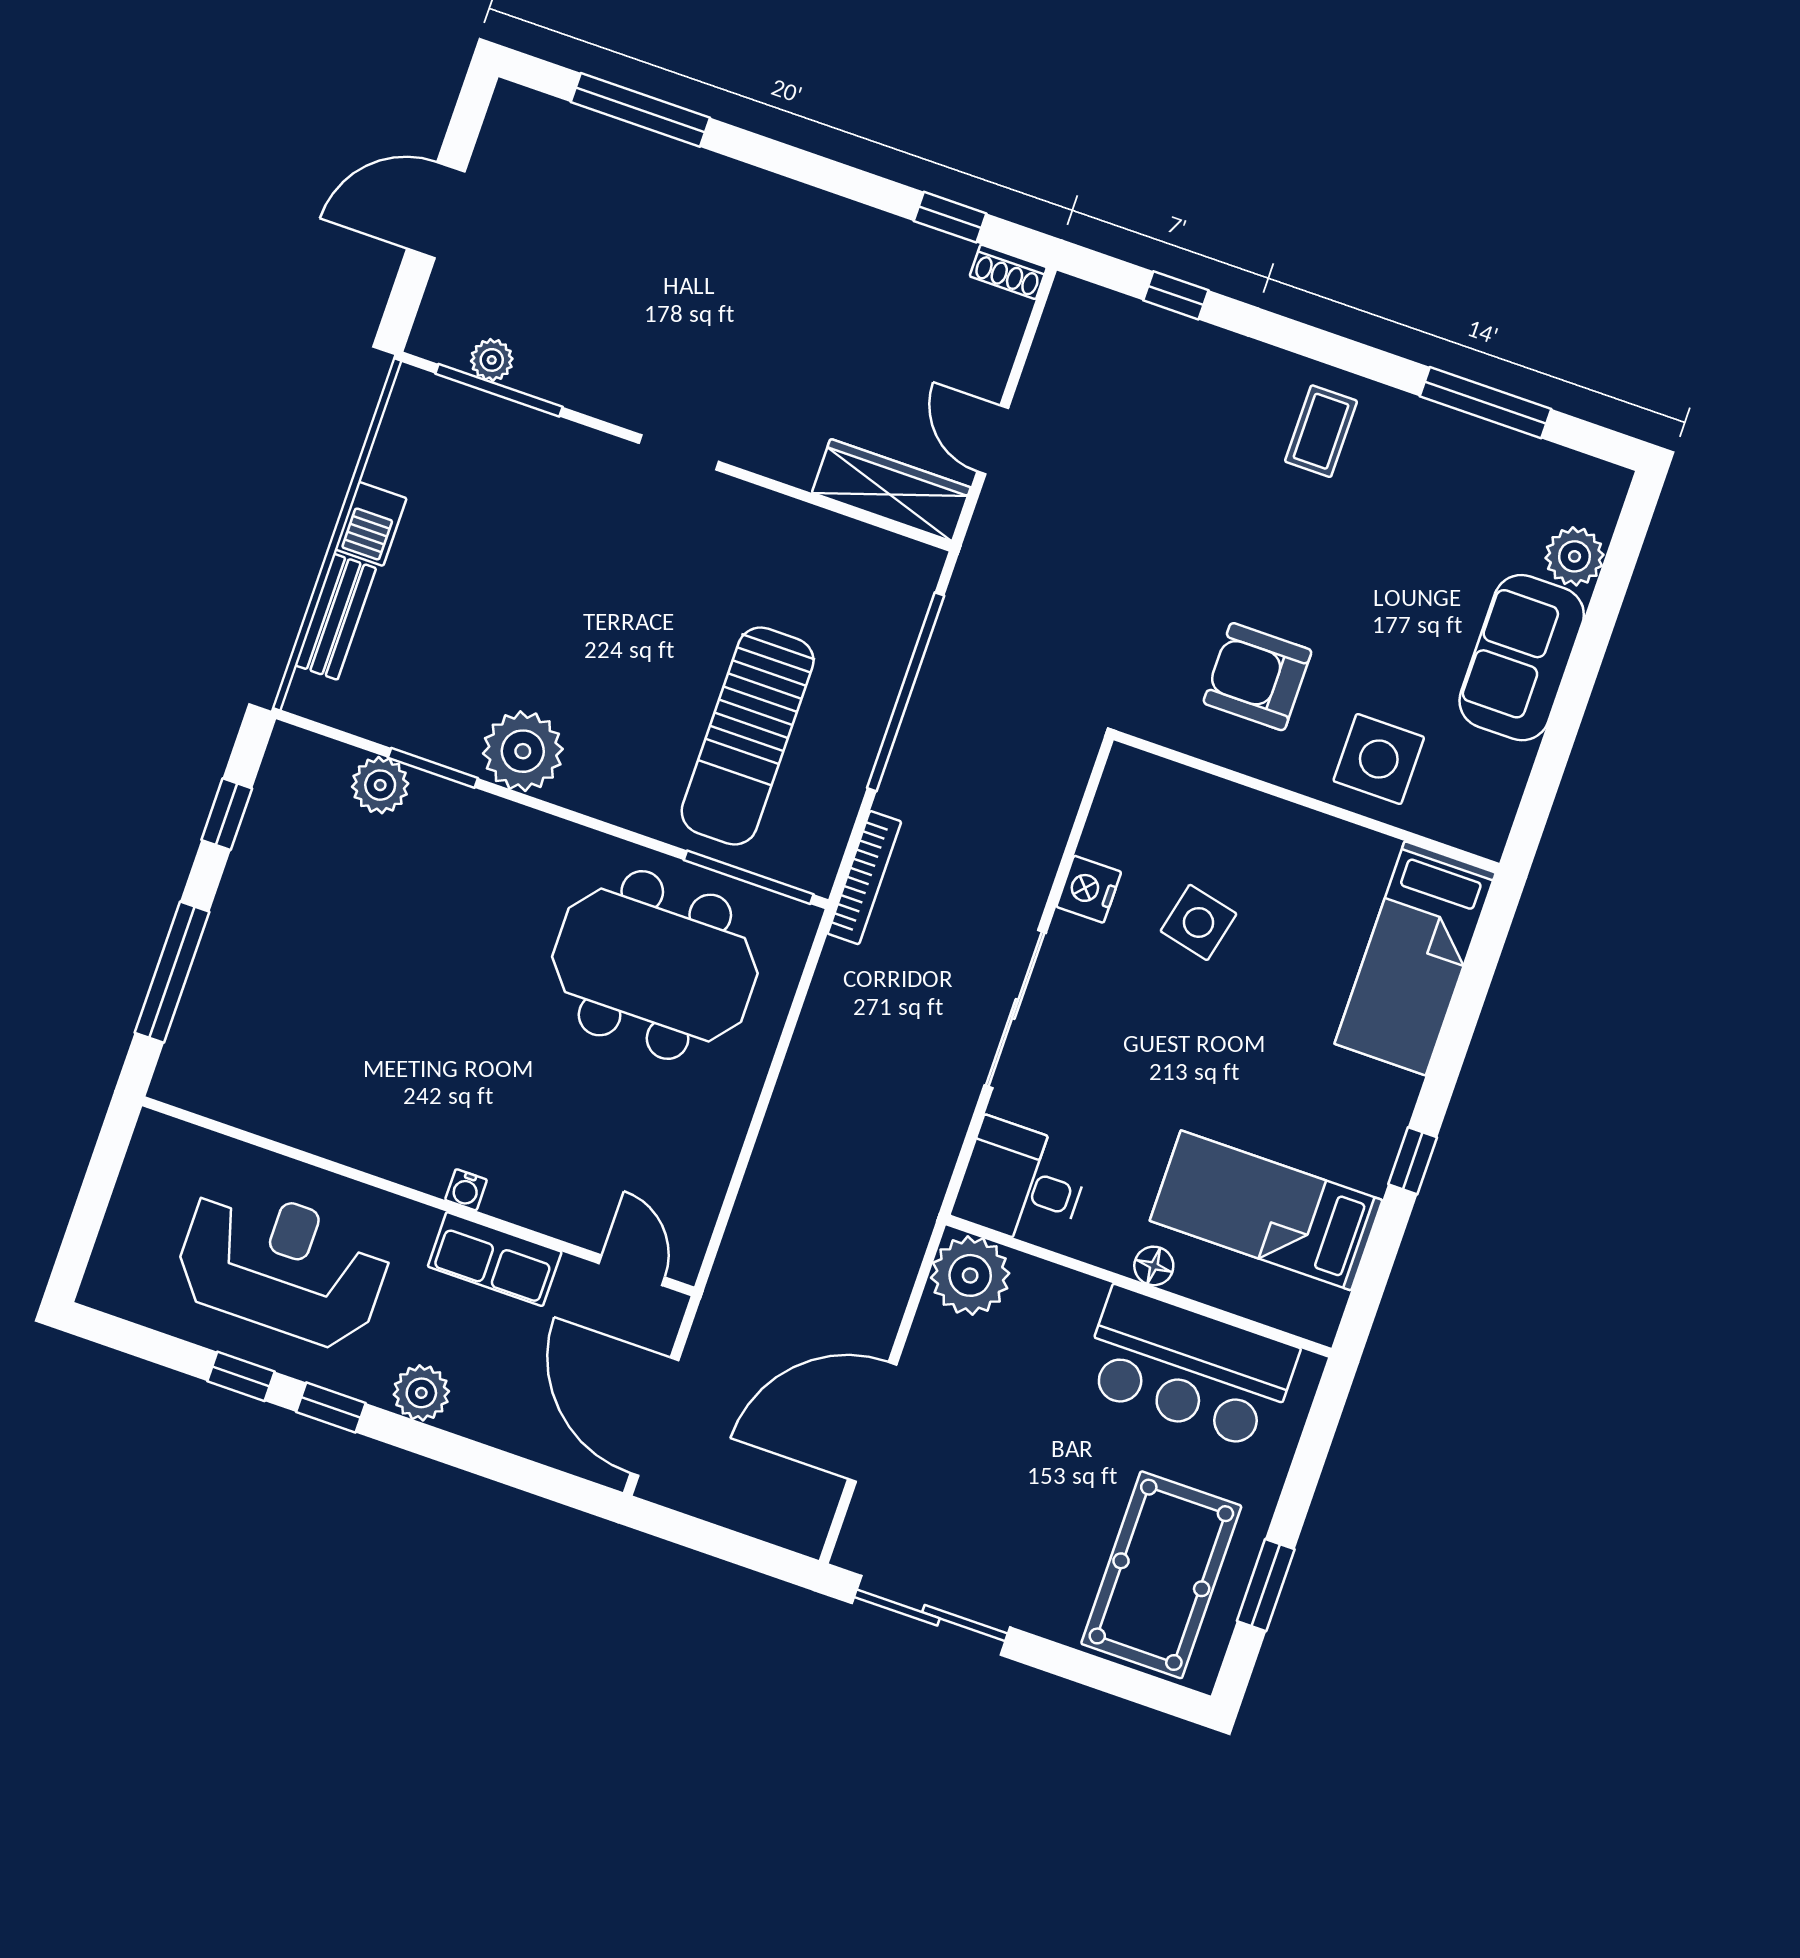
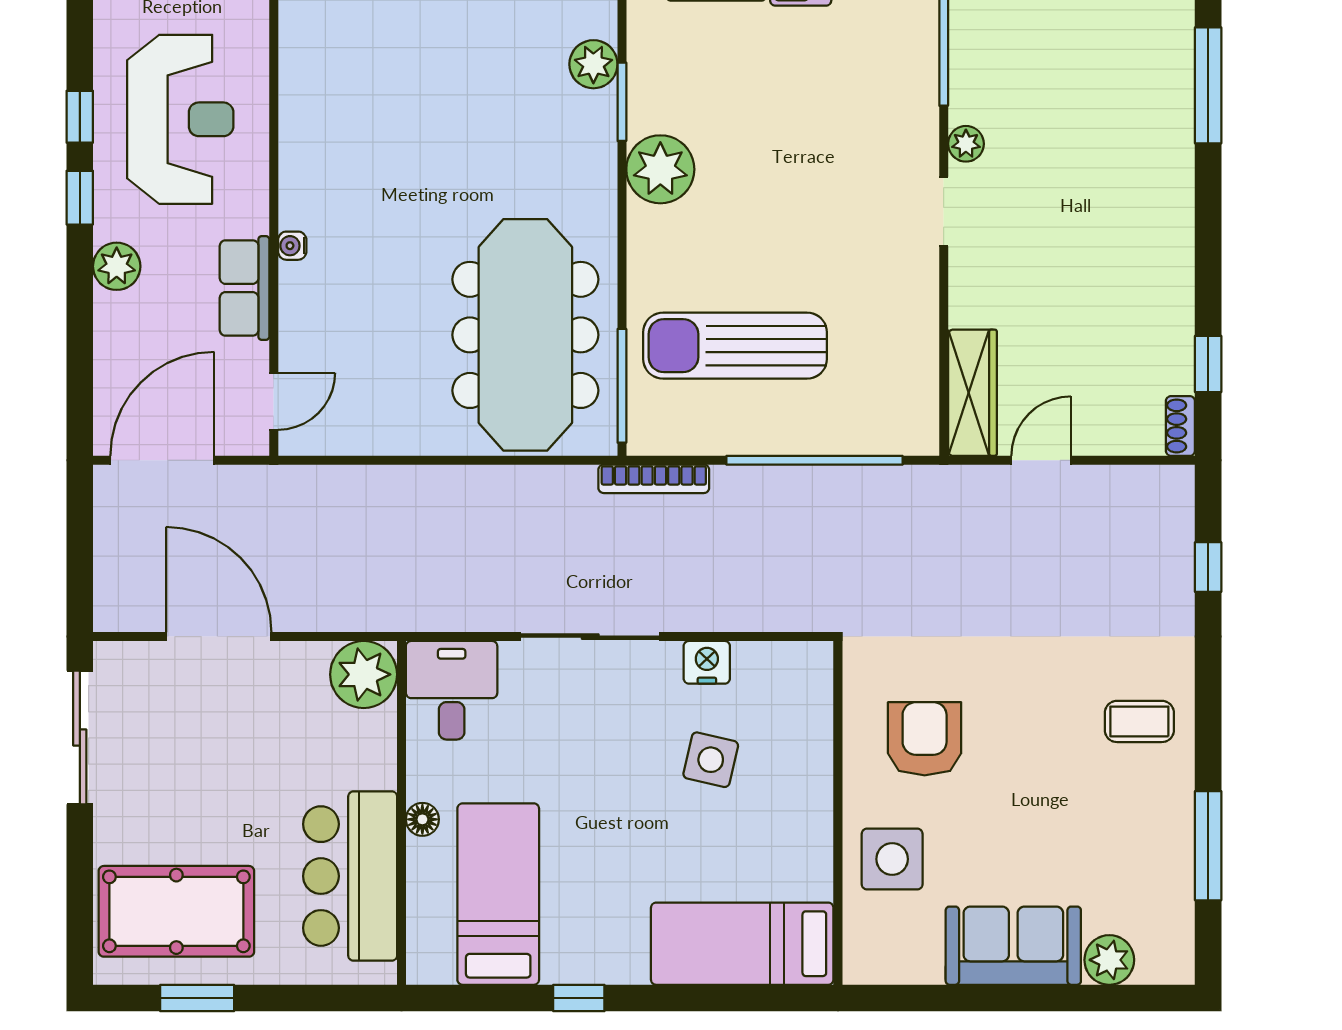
plant: (492, 360) -> (966, 144), moved
meeting table: (655, 965) -> (525, 335), width x1.36

